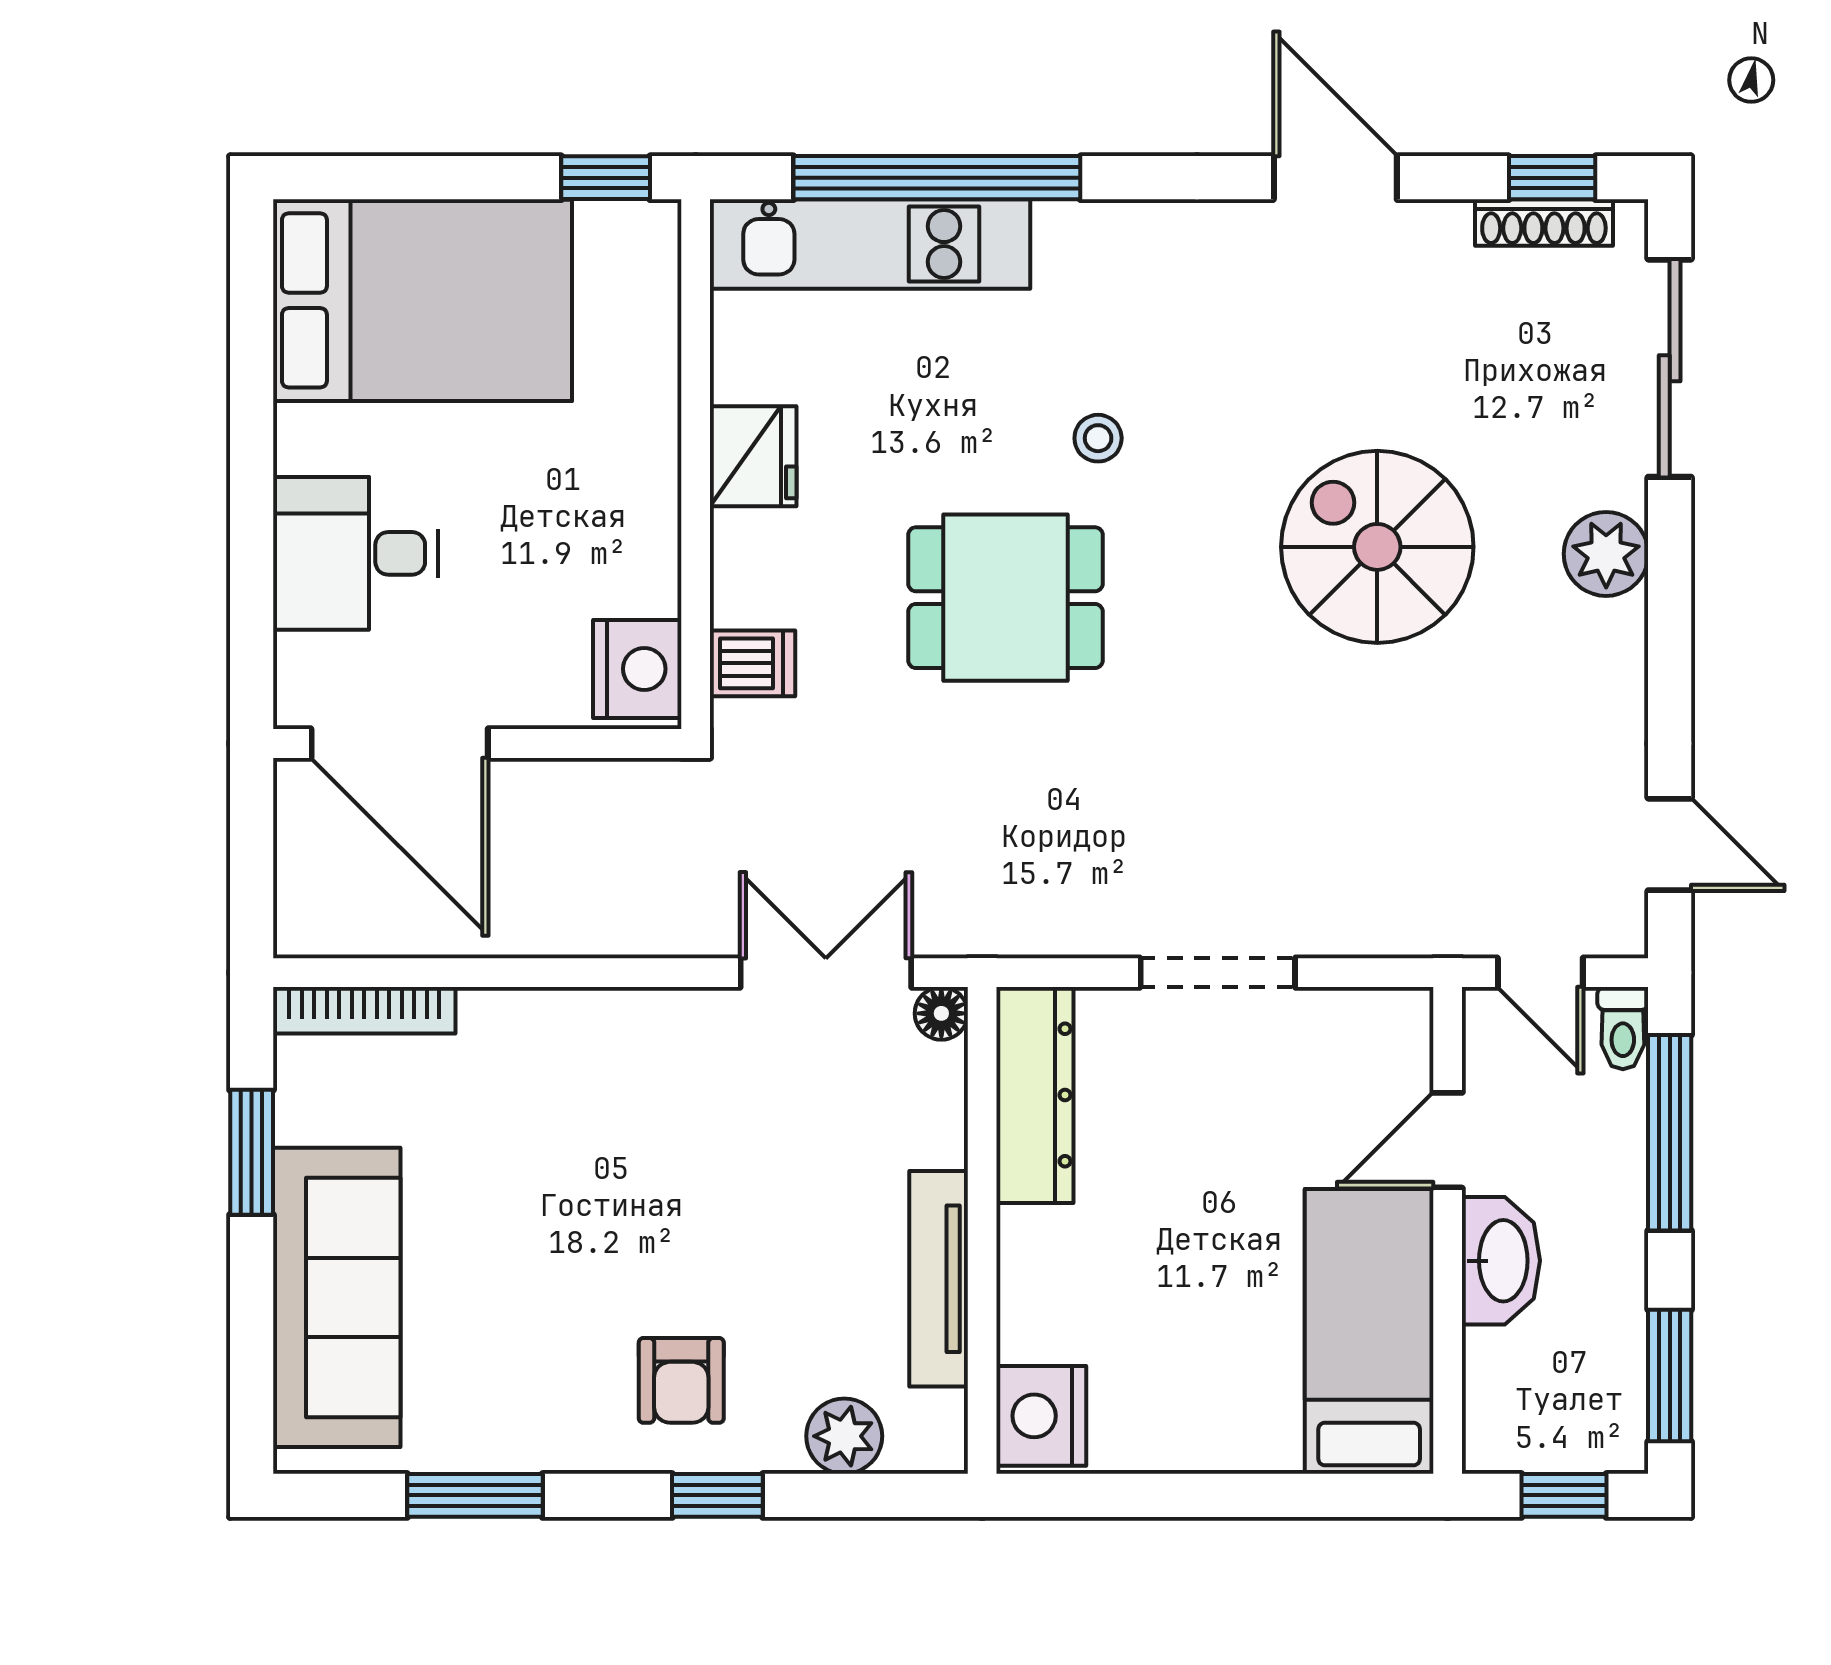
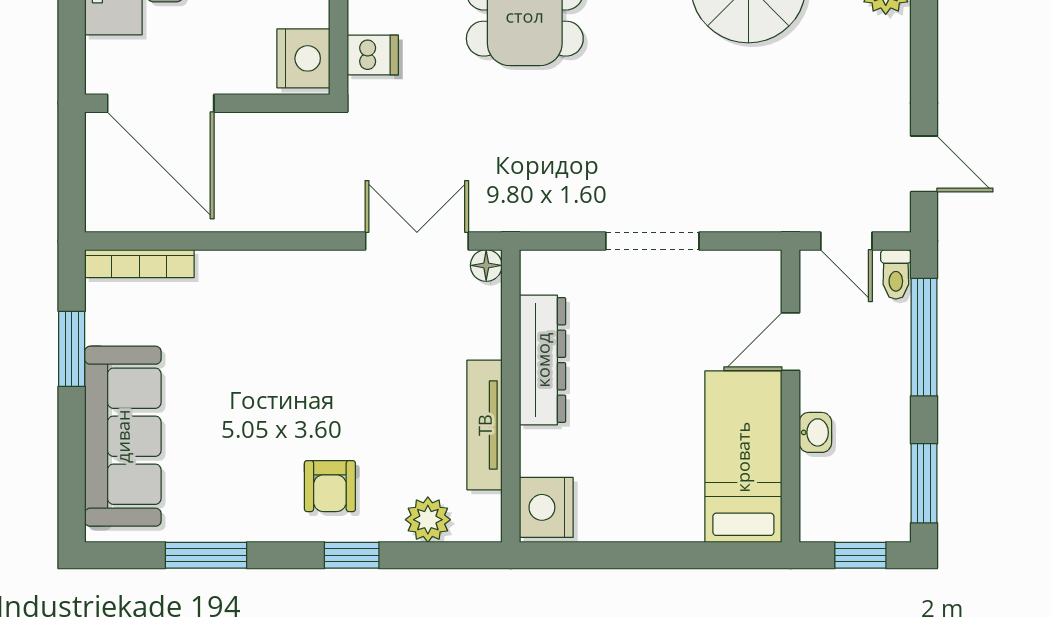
dresser: (1035, 1095) -> (543, 360), moved
washbasin: (1501, 1261) -> (815, 432), width x0.52, depth x0.69

